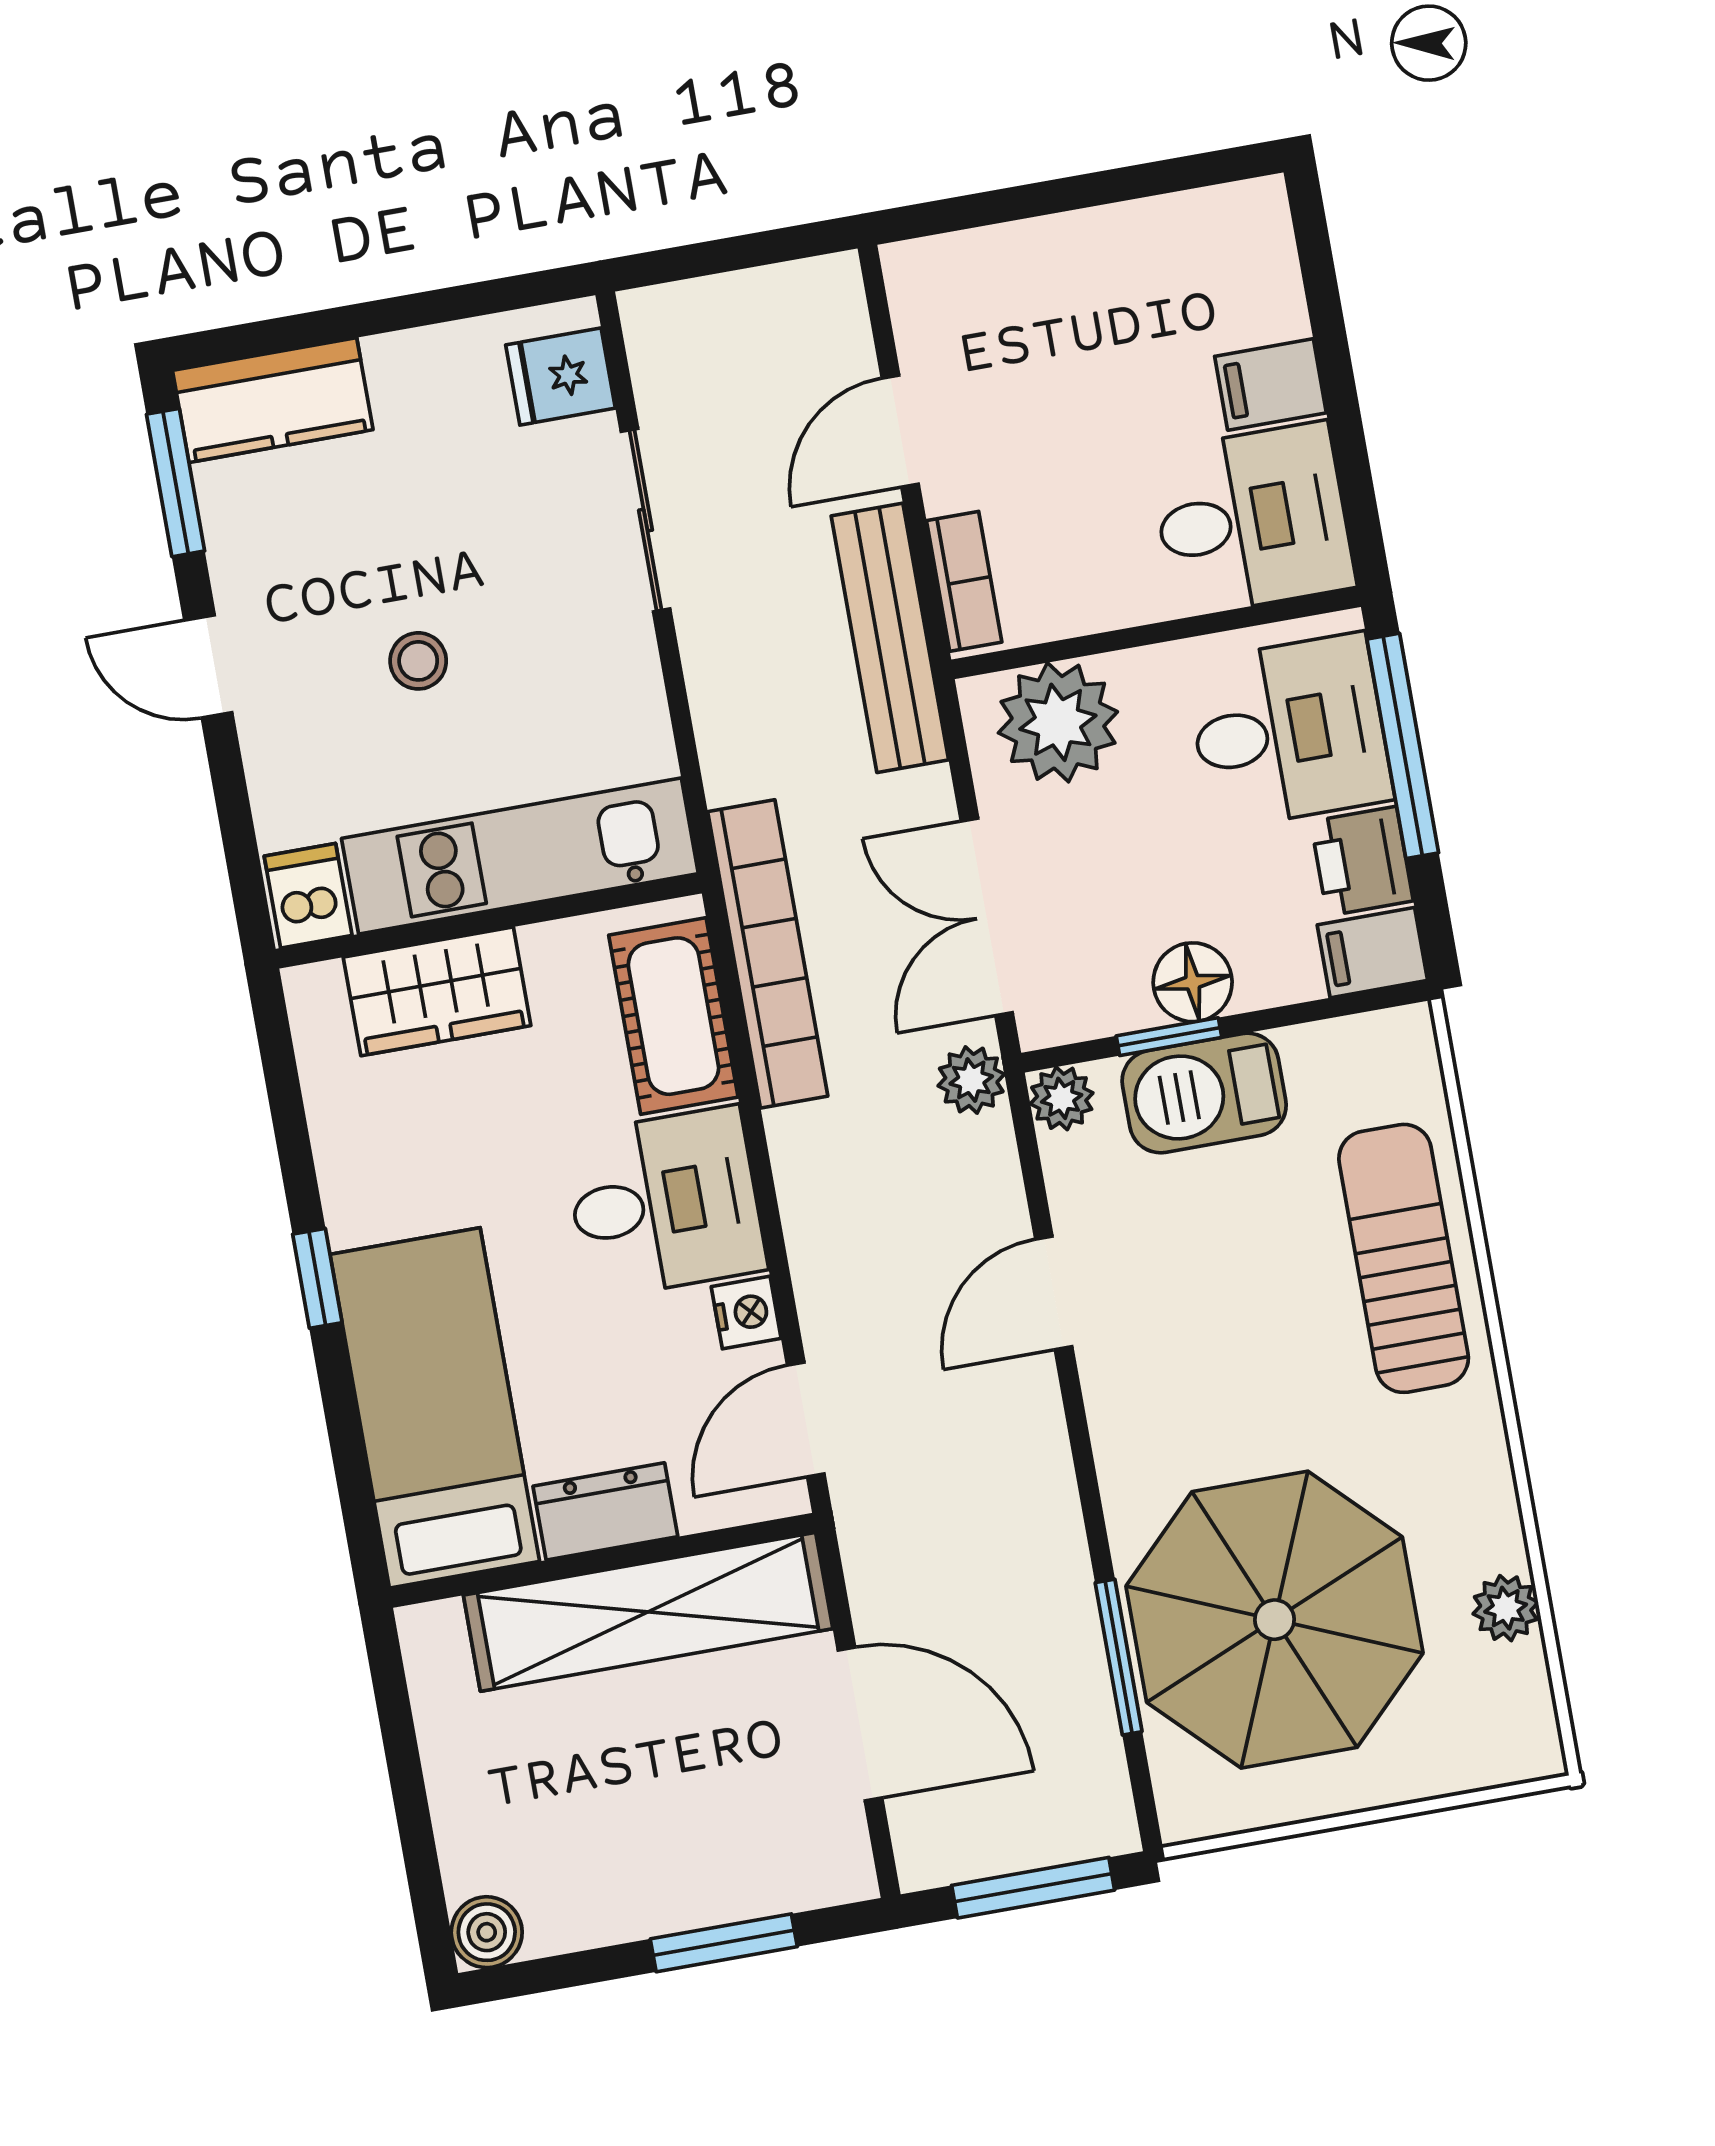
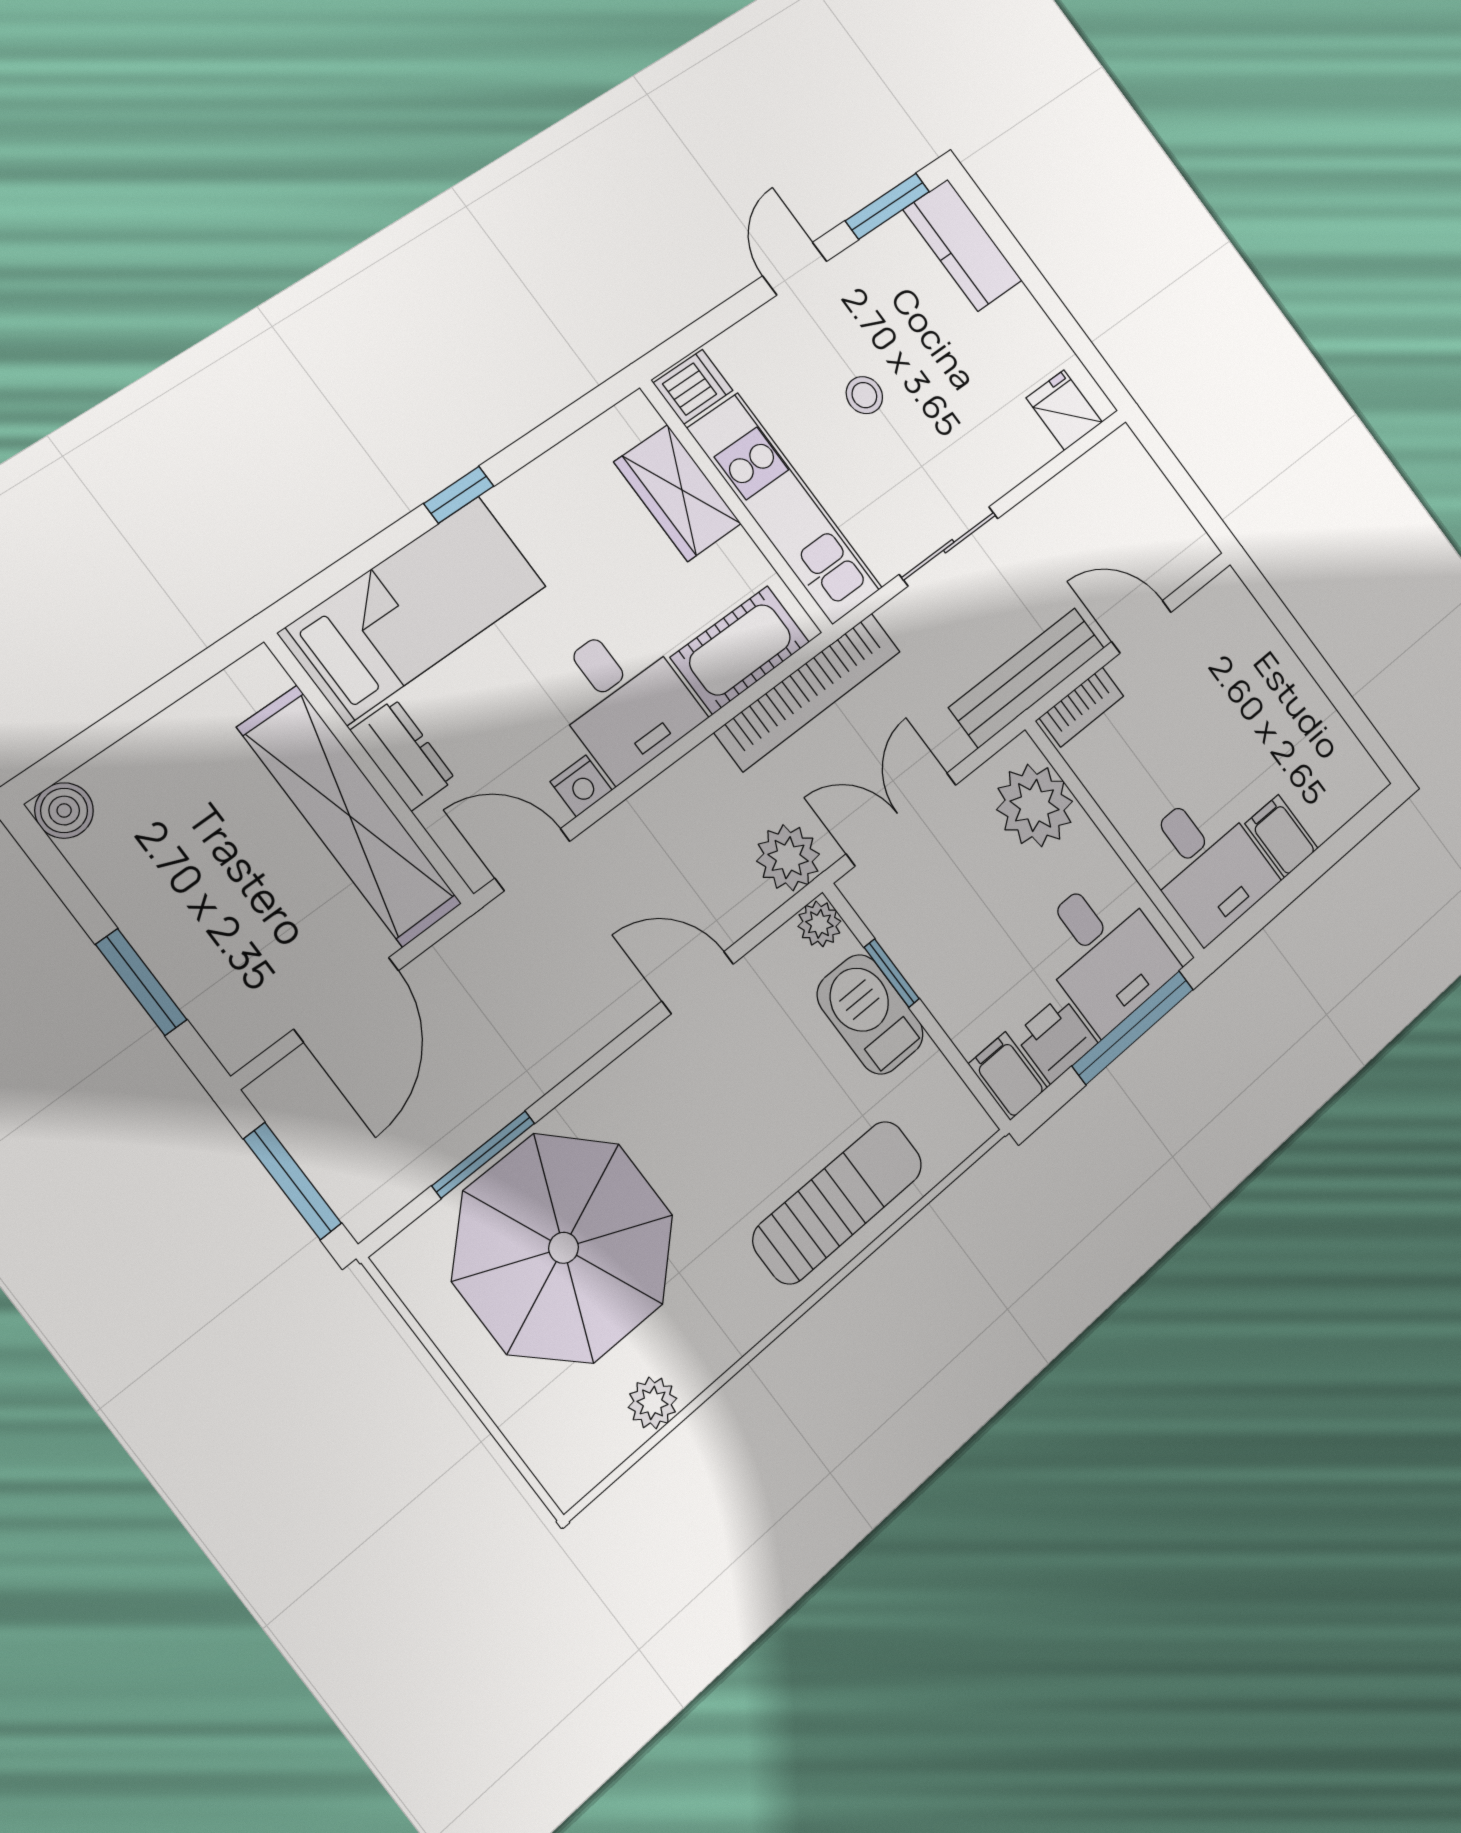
sliding door: (646, 520) -> (949, 546), moved
floor lamp: (1193, 982) -> (931, 971), removed
plant: (971, 1080) -> (788, 858), width x1.38, depth x1.38

